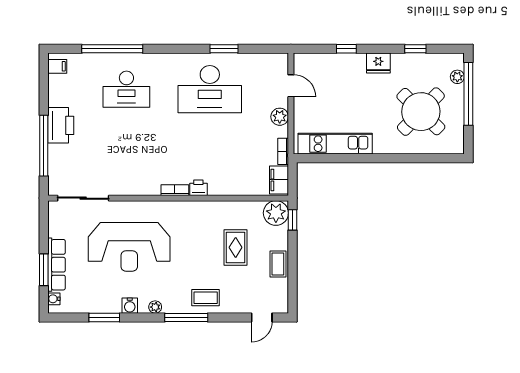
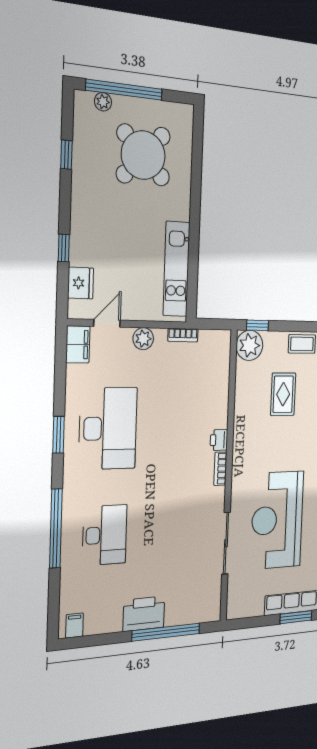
window: (112, 49) -> (56, 528), moved
window: (224, 49) -> (58, 435), moved
fridge: (378, 63) -> (81, 283), moved
filing cabinet: (279, 180) -> (78, 344), moved, turned -90
sliding door: (83, 198) -> (226, 543), moved
reception desk: (129, 247) -> (277, 520), turned 180
rug: (236, 247) -> (283, 394), turned 90

